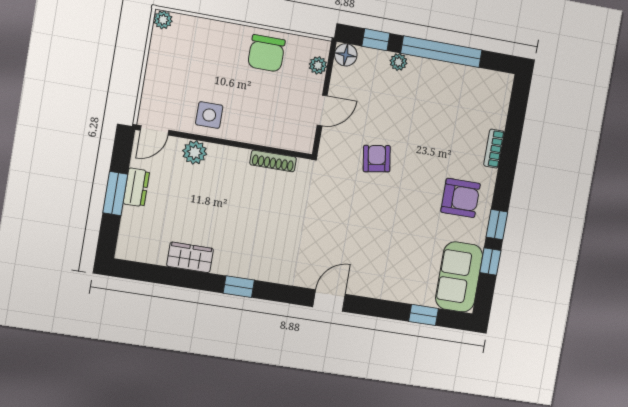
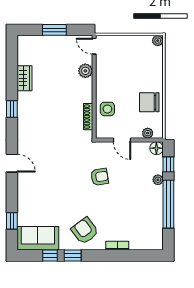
side table: (209, 115) -> (107, 109), moved
dresser: (136, 187) -> (60, 41), removed
armchair: (461, 198) -> (85, 231), turned 143

